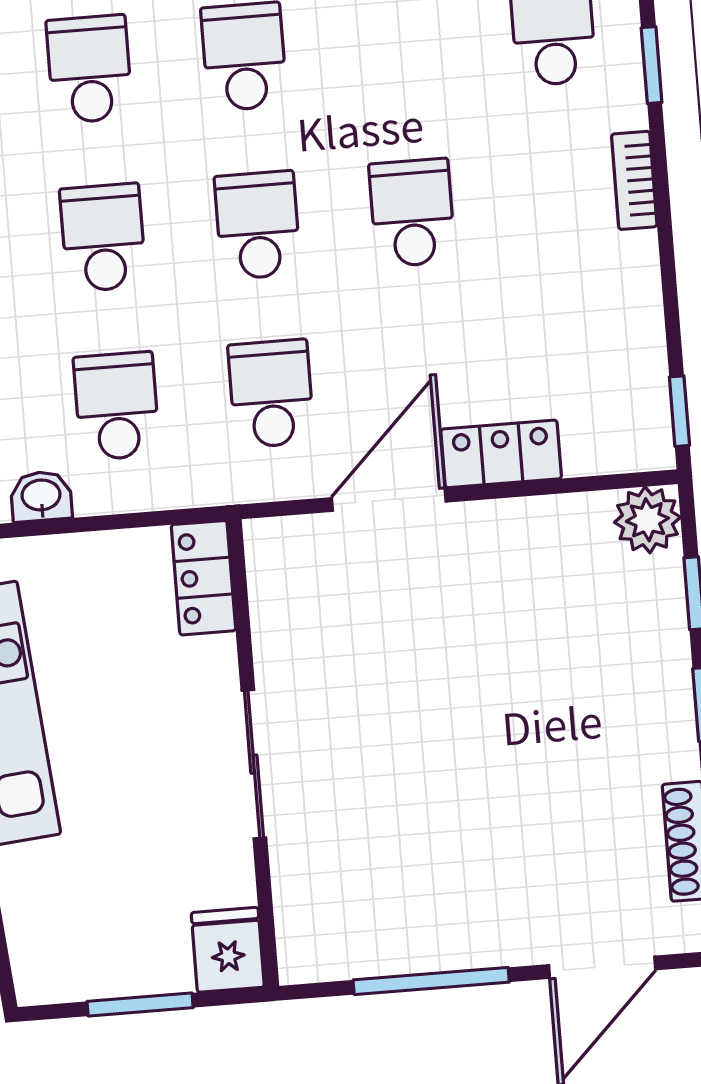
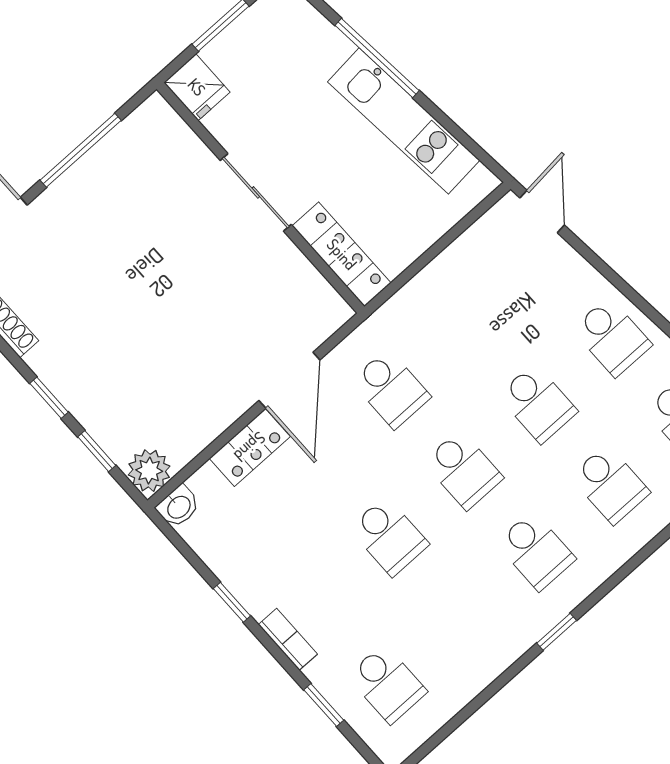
school desk: (117, 406) -> (465, 322), removed
window: (679, 411) -> (232, 602), moved
washbasin: (41, 496) -> (178, 507), moved
locker: (203, 578) -> (342, 254), width x1.53

